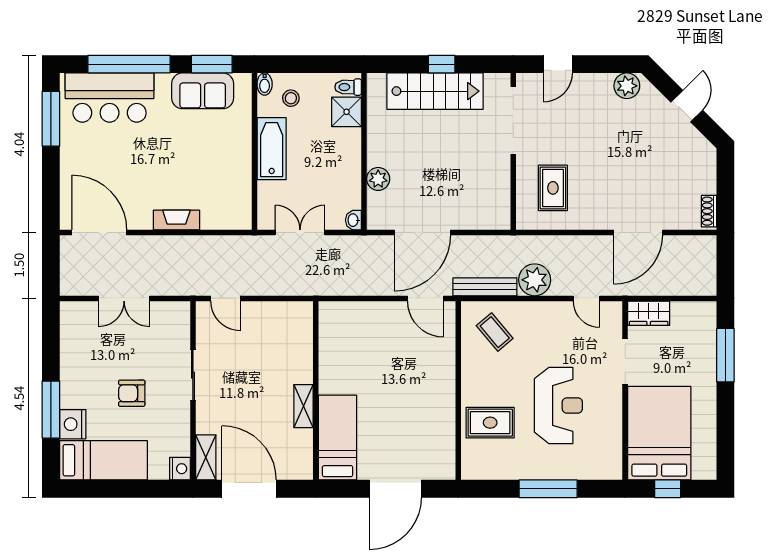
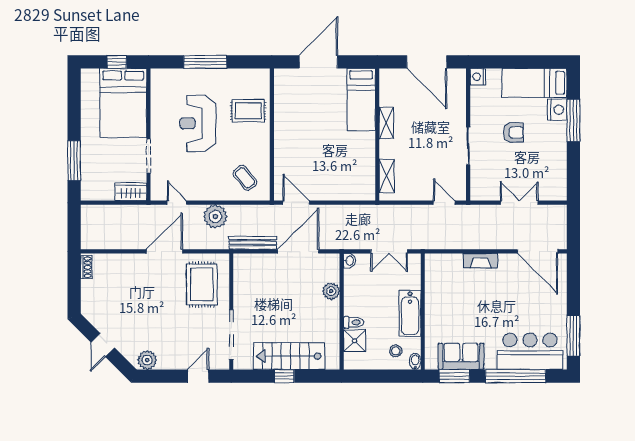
toilet: (348, 87) -> (353, 322), moved
rug: (553, 188) -> (202, 284), width x1.36, depth x1.43
door: (638, 233) -> (164, 251), moved
bench: (485, 287) -> (253, 243), moved
shelving: (206, 457) -> (387, 176), moved

